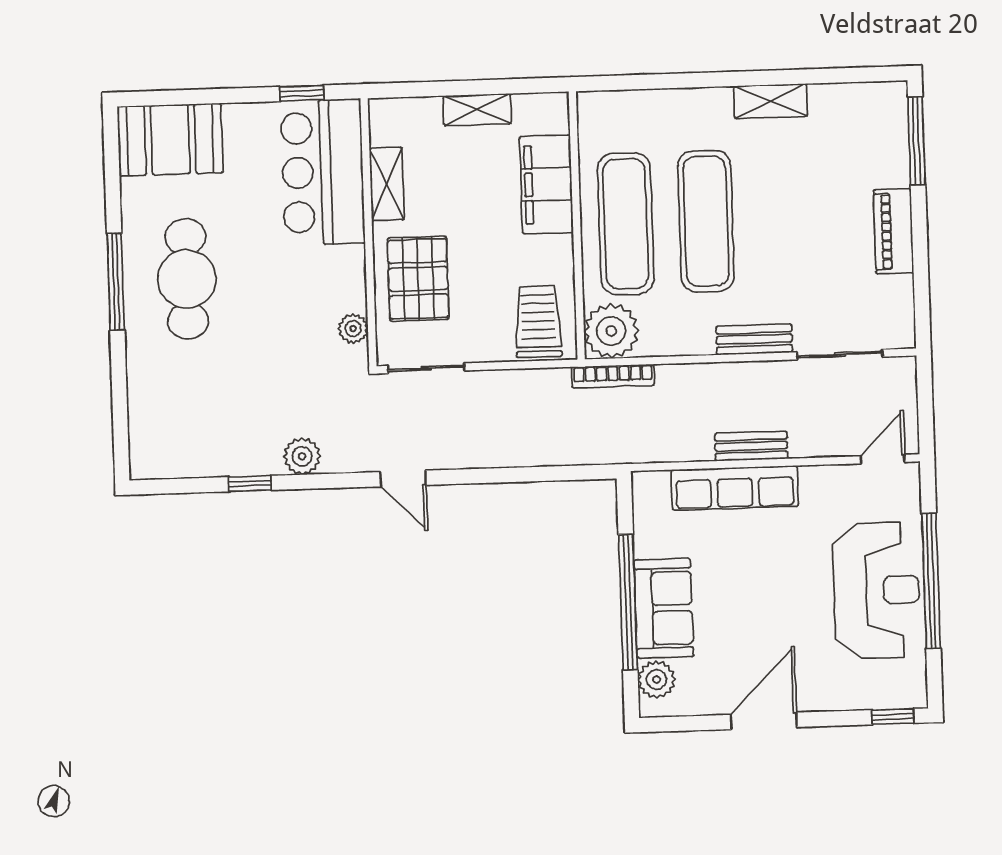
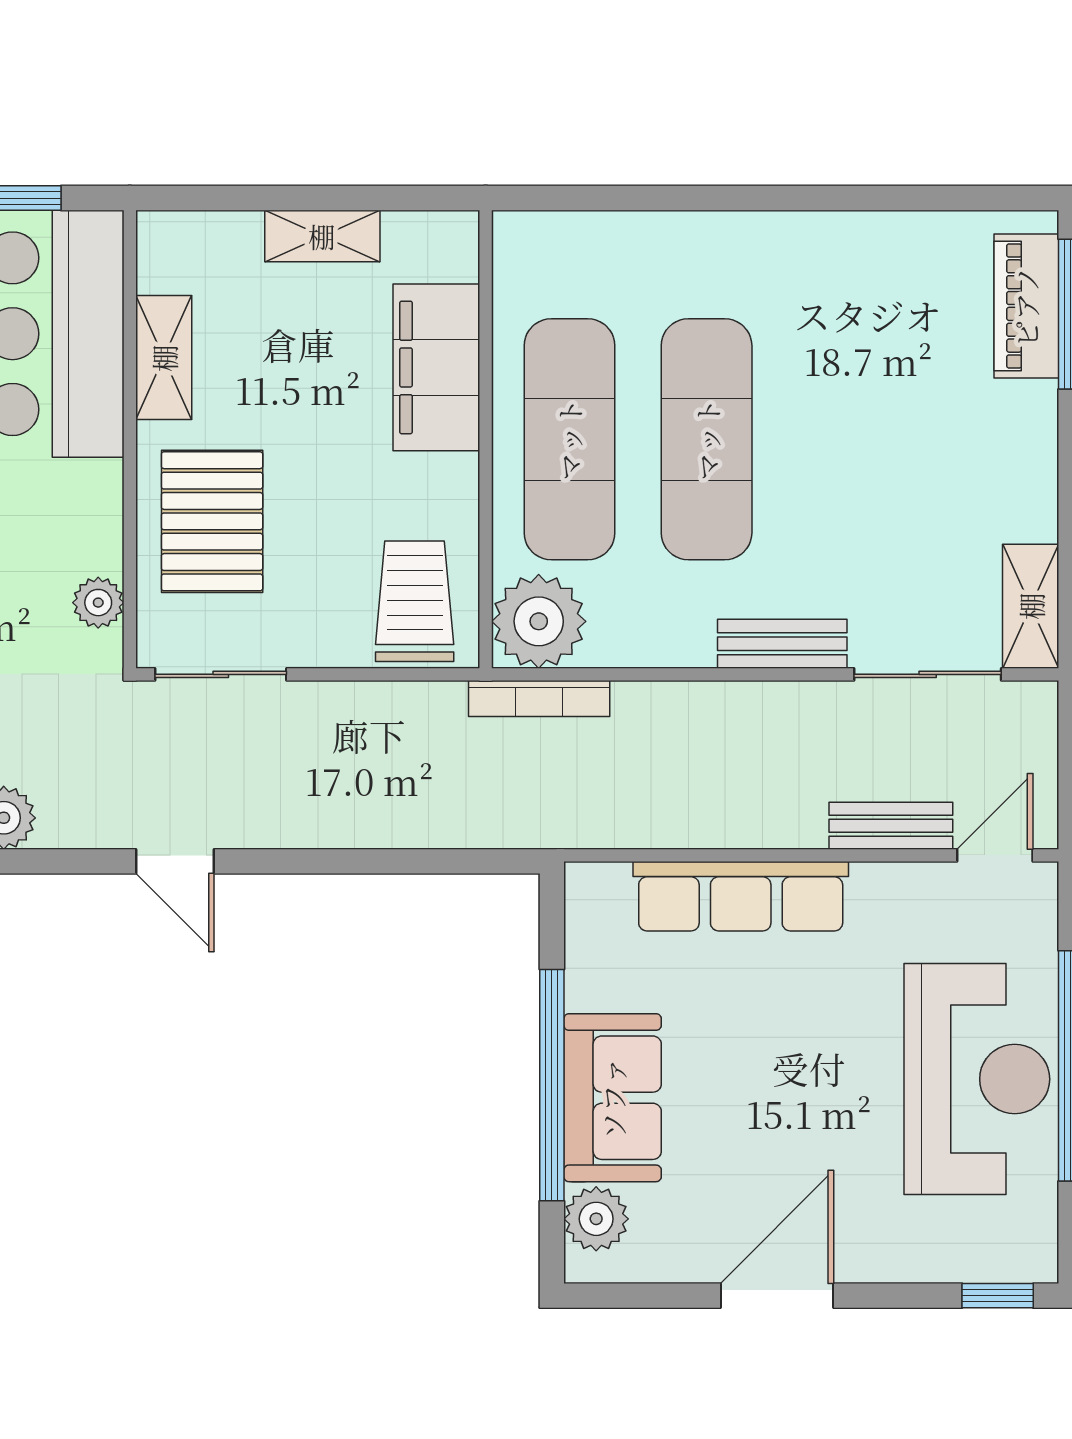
shelving: (770, 101) -> (1031, 606), moved, turned 90
piano: (894, 231) -> (1026, 306), moved
bench: (751, 446) -> (891, 826), moved

